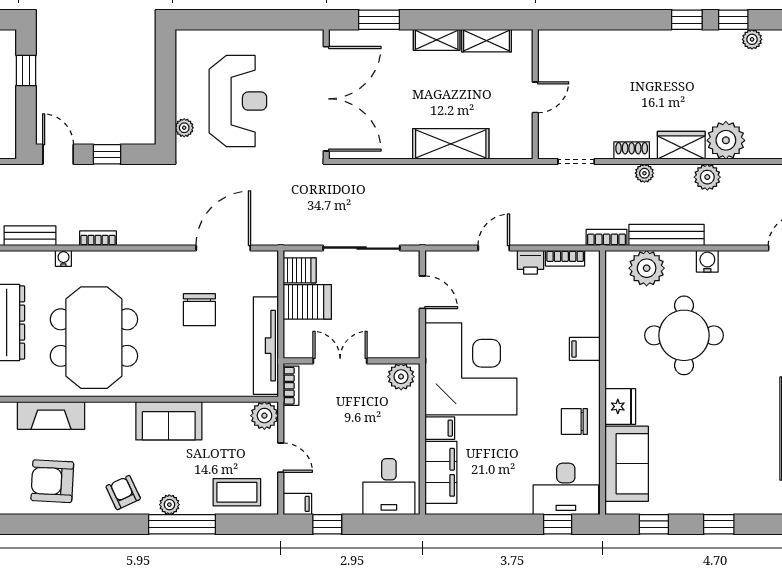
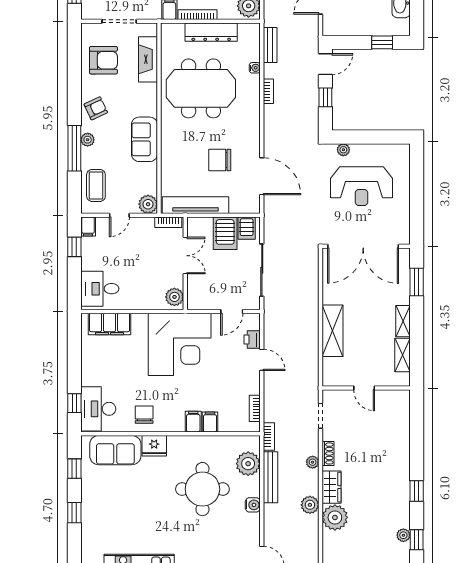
window: (733, 20) -> (417, 540), moved
printer: (531, 262) -> (252, 340), moved
filing cabinet: (440, 428) -> (210, 422), moved, turned 180
armchair: (52, 481) -> (103, 60), turned 87

